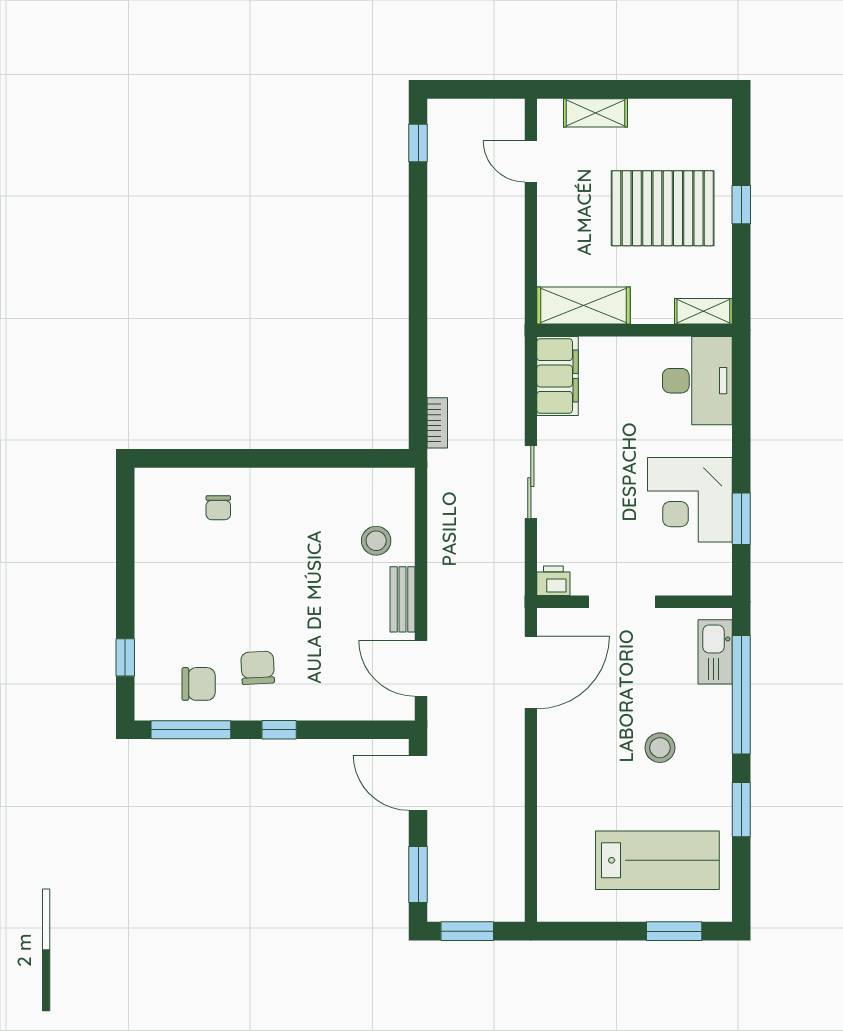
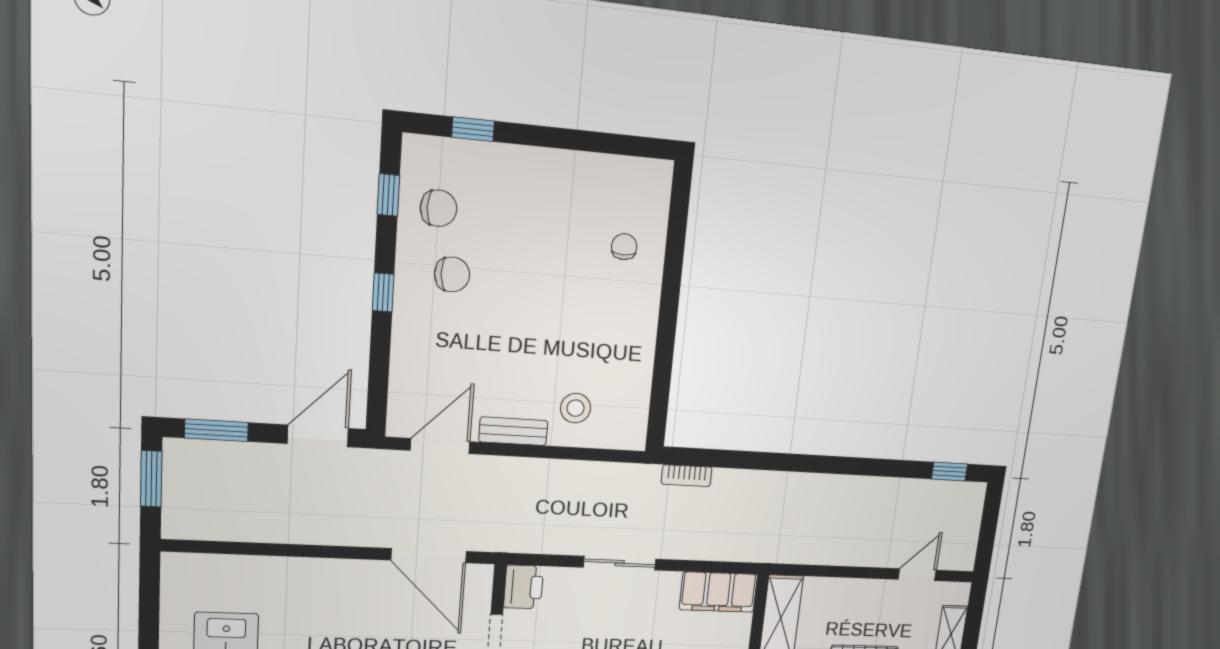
chair: (218, 508) -> (624, 247), turned 90
printer: (553, 581) -> (524, 587), width x1.36, depth x1.24
chair: (199, 684) -> (439, 208), turned -90
window: (191, 730) -> (388, 195), width x0.46

